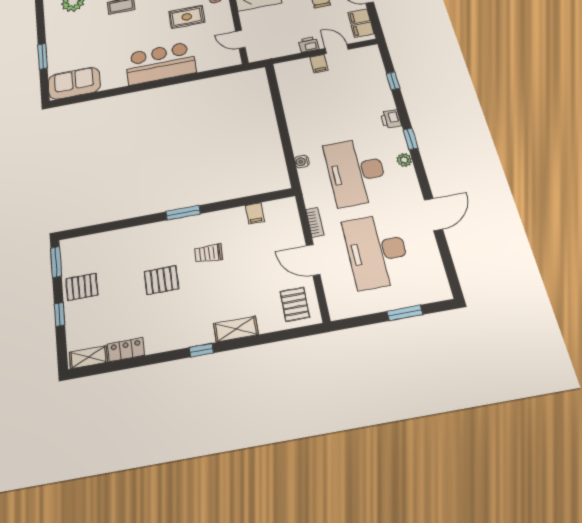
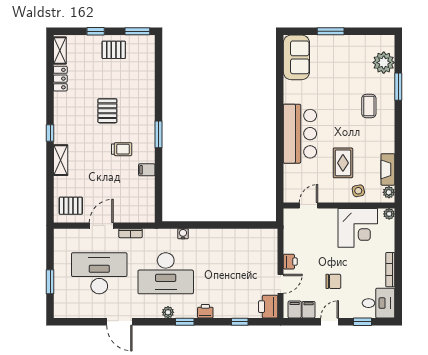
printer: (367, 56) -> (268, 307), added
filing cabinet: (319, 64) -> (269, 266), removed
desk: (356, 172) -> (166, 273), turned 180
filing cabinet: (255, 213) -> (147, 170), moved
trolley: (209, 253) -> (122, 149), turned 87
pallet: (82, 287) -> (114, 50), turned 90

